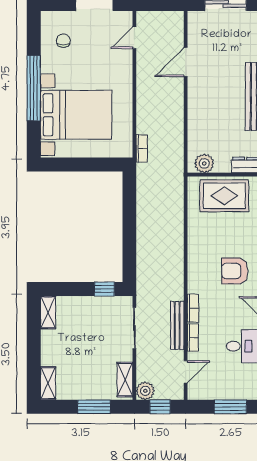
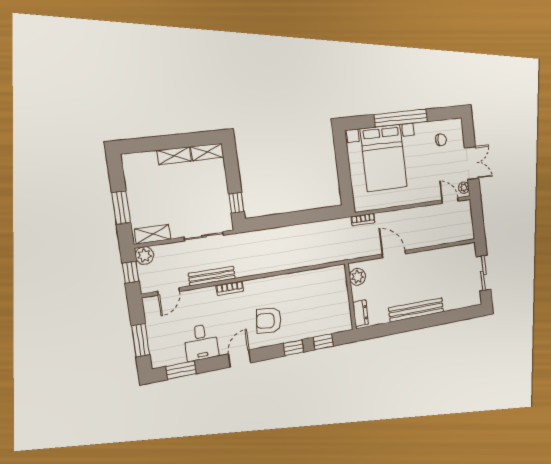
plant: (122, 18) -> (464, 188), added
door: (186, 62) -> (394, 254), moved
rug: (224, 196) -> (333, 299), removed
armchair: (235, 271) -> (269, 321), turned -84
bookcase: (193, 338) -> (202, 293), removed
door: (186, 372) -> (169, 291), hinge flipped
shelving: (48, 383) -> (174, 156), moved

